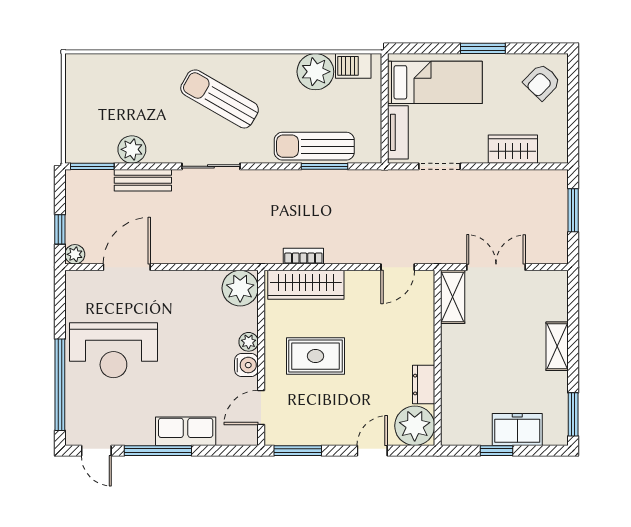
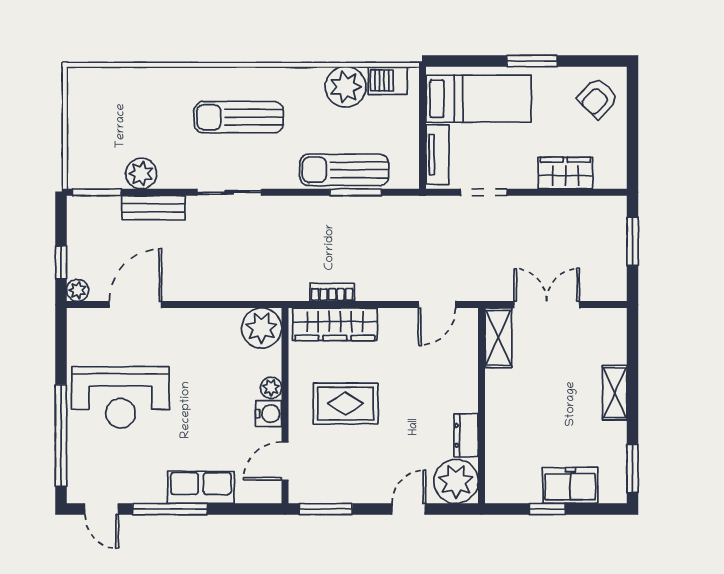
sun lounger: (220, 99) -> (239, 117), turned -30

